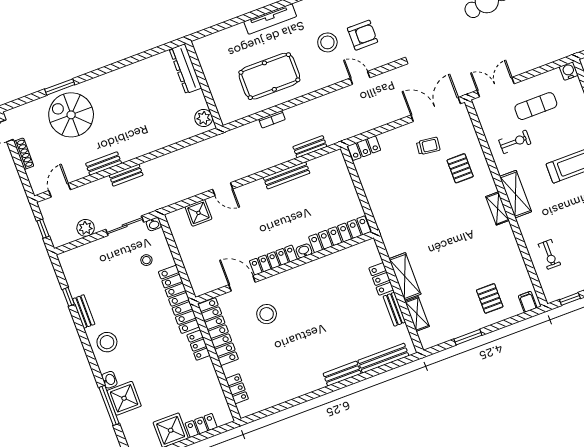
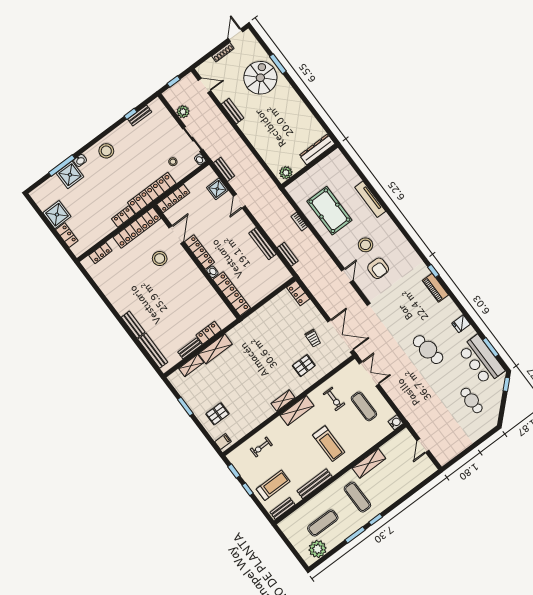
bench: (126, 175) -> (224, 169), moved
locker: (194, 274) -> (173, 199), added
bench: (84, 311) -> (140, 116), moved

